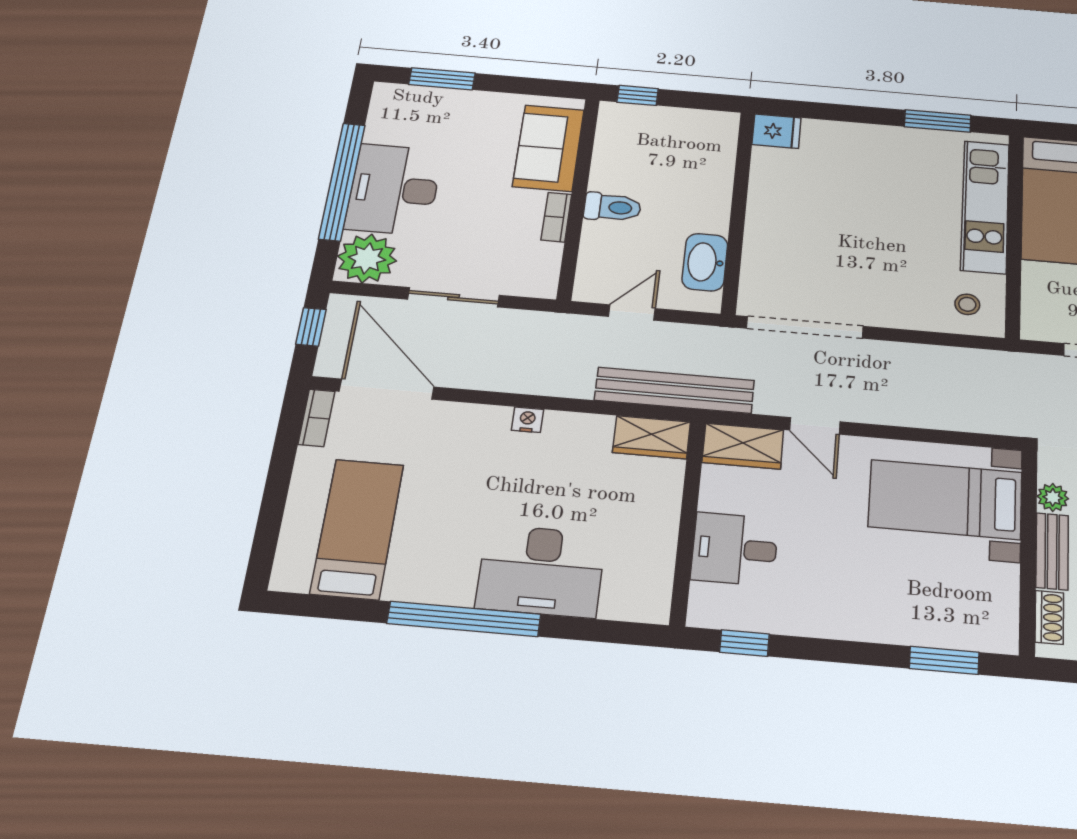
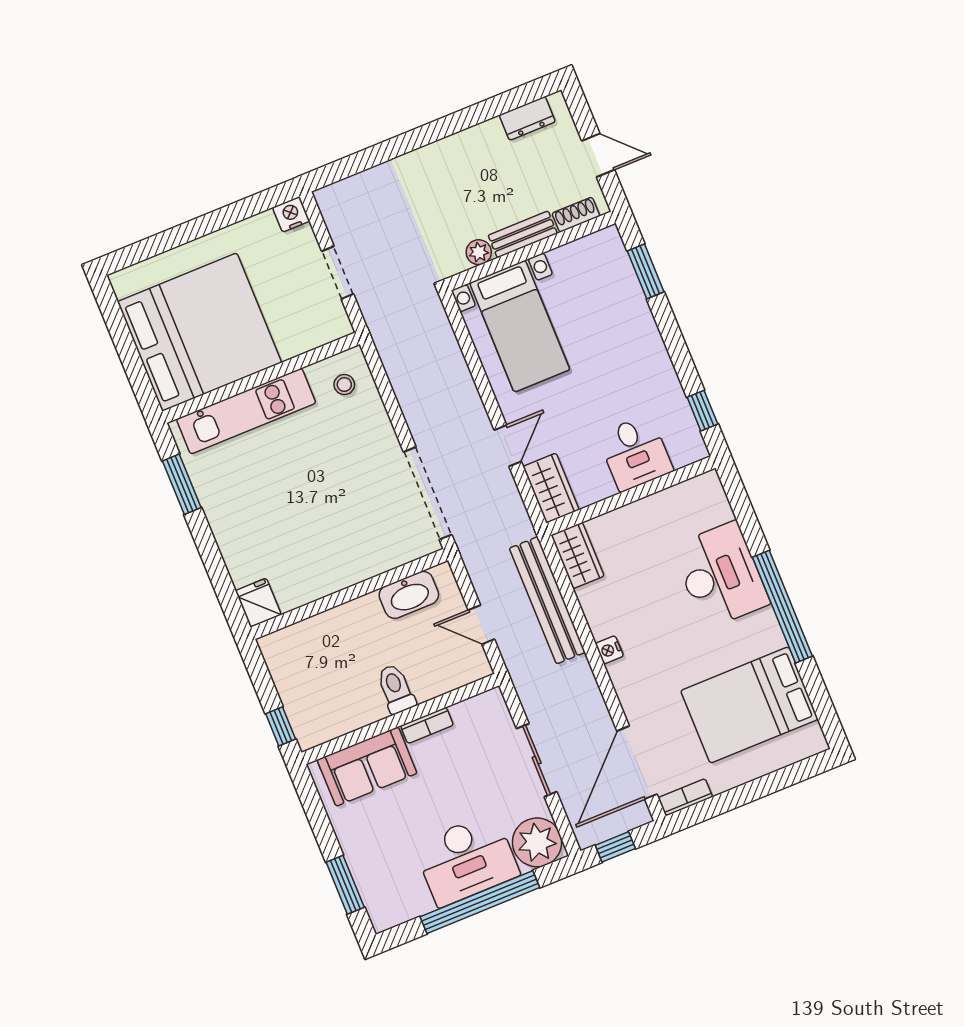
bench: (674, 390) -> (547, 600), moved
bed: (357, 529) -> (749, 705), width x1.50

